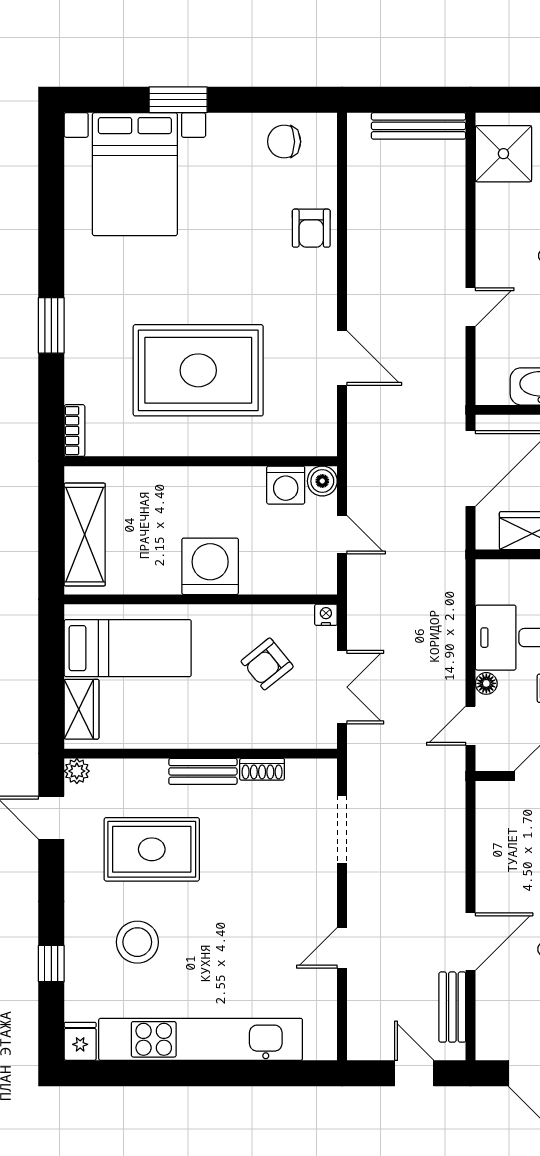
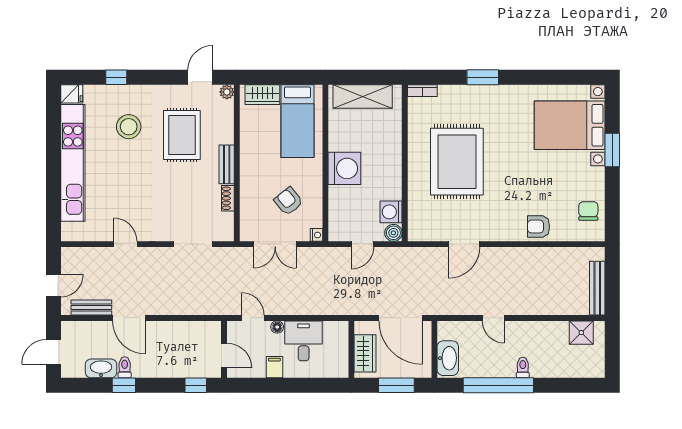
shower: (503, 154) -> (581, 333), width x0.73, depth x0.73

